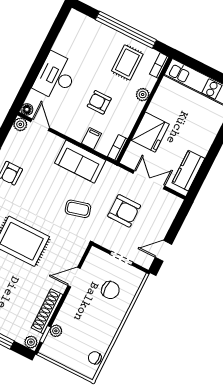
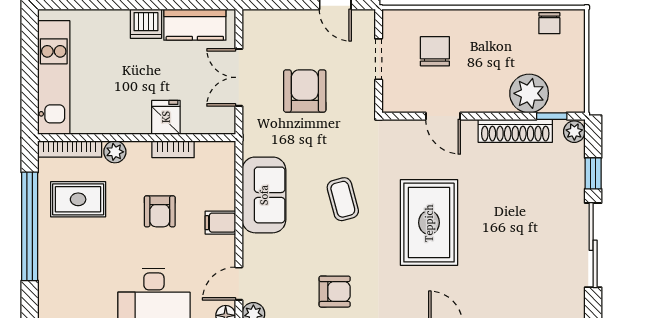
bookcase: (159, 65) -> (70, 149), width x1.56
fridge: (150, 132) -> (166, 117), width x0.53, depth x0.75
filing cabinet: (92, 138) -> (220, 223), moved
dishwasher: (202, 145) -> (146, 24), added
bookcase: (117, 148) -> (173, 149), moved
coffee table: (78, 209) -> (343, 199), moved
plant: (56, 331) -> (529, 93), width x1.88, depth x1.88

